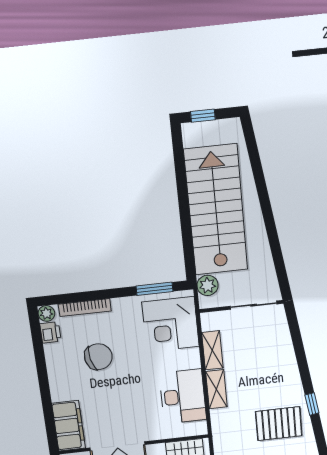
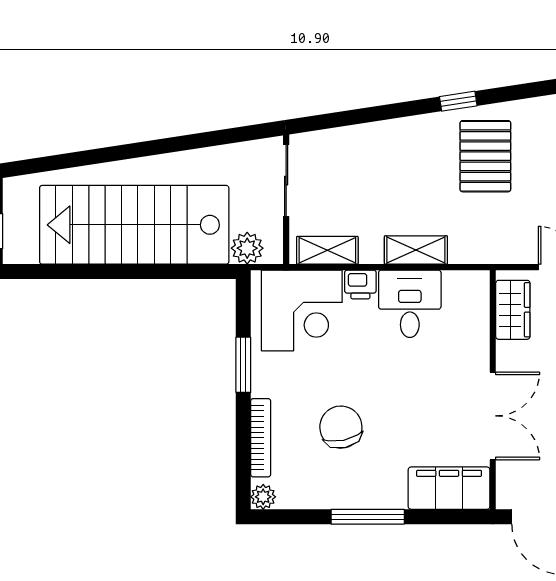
window: (154, 289) -> (243, 365), moved
printer: (50, 332) -> (360, 284), moved, turned 180
shelving: (212, 350) -> (327, 250), moved
window: (43, 379) -> (368, 517), added
desk: (183, 396) -> (410, 304), width x0.73

